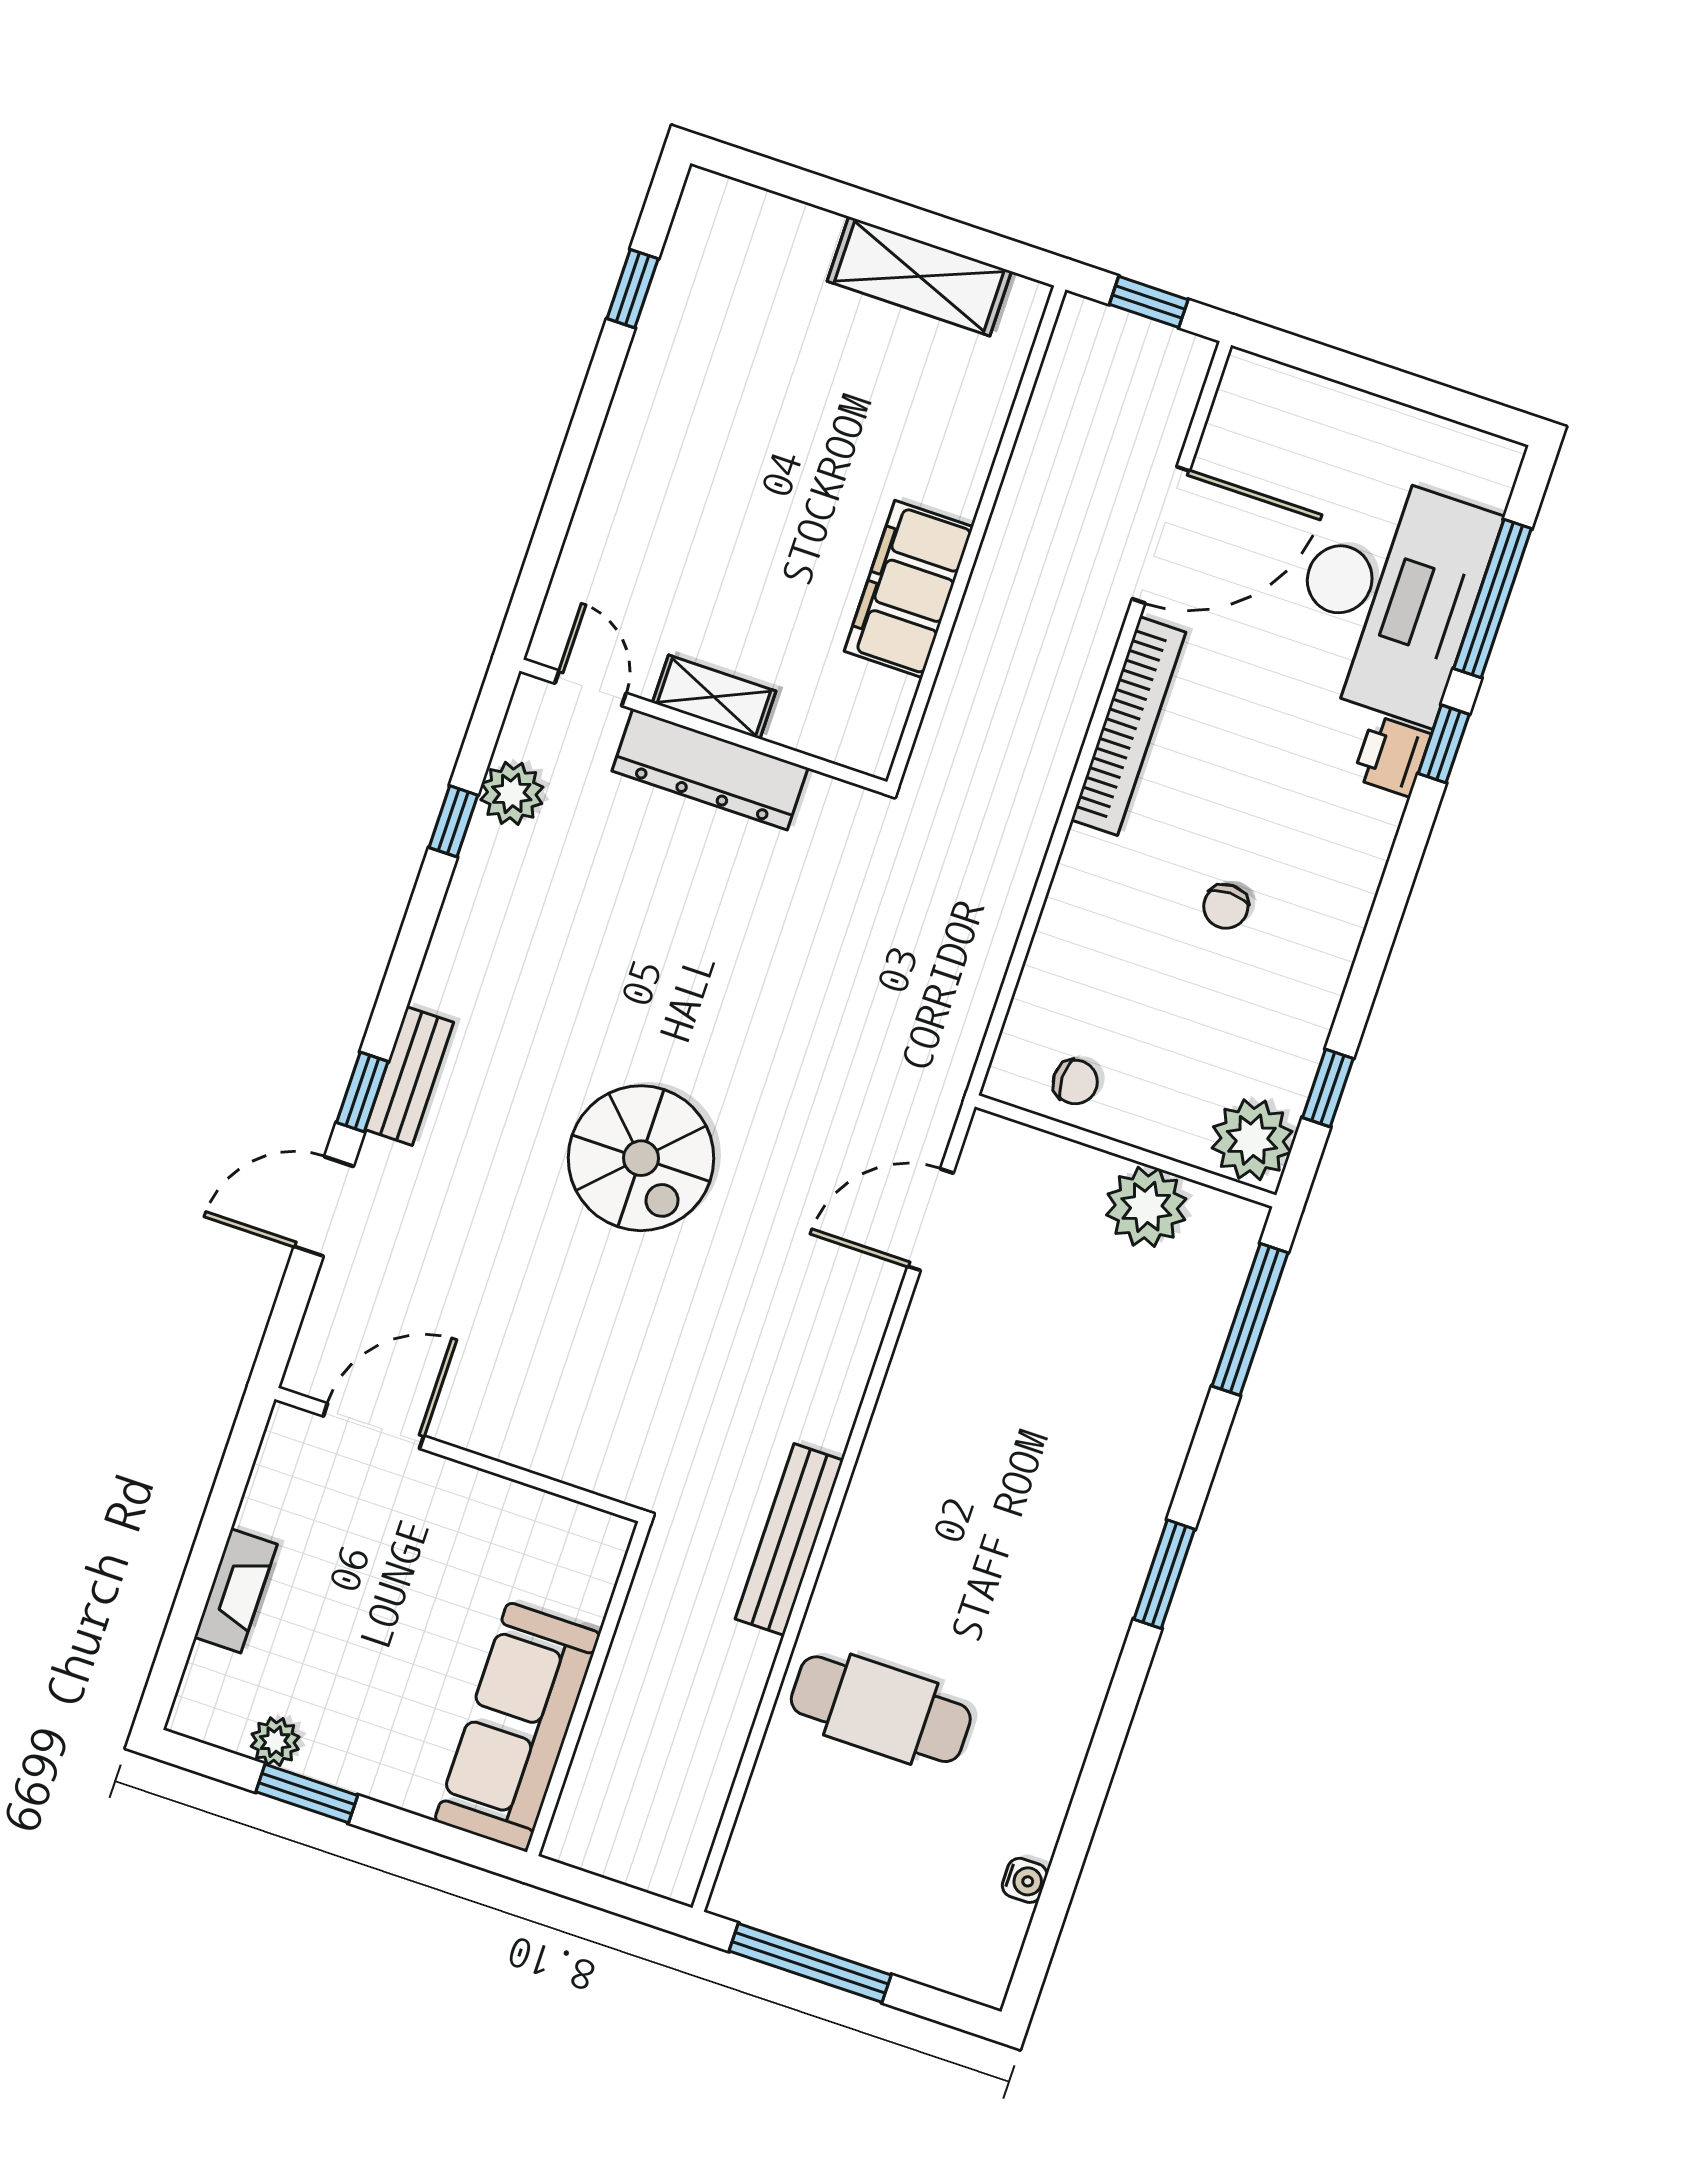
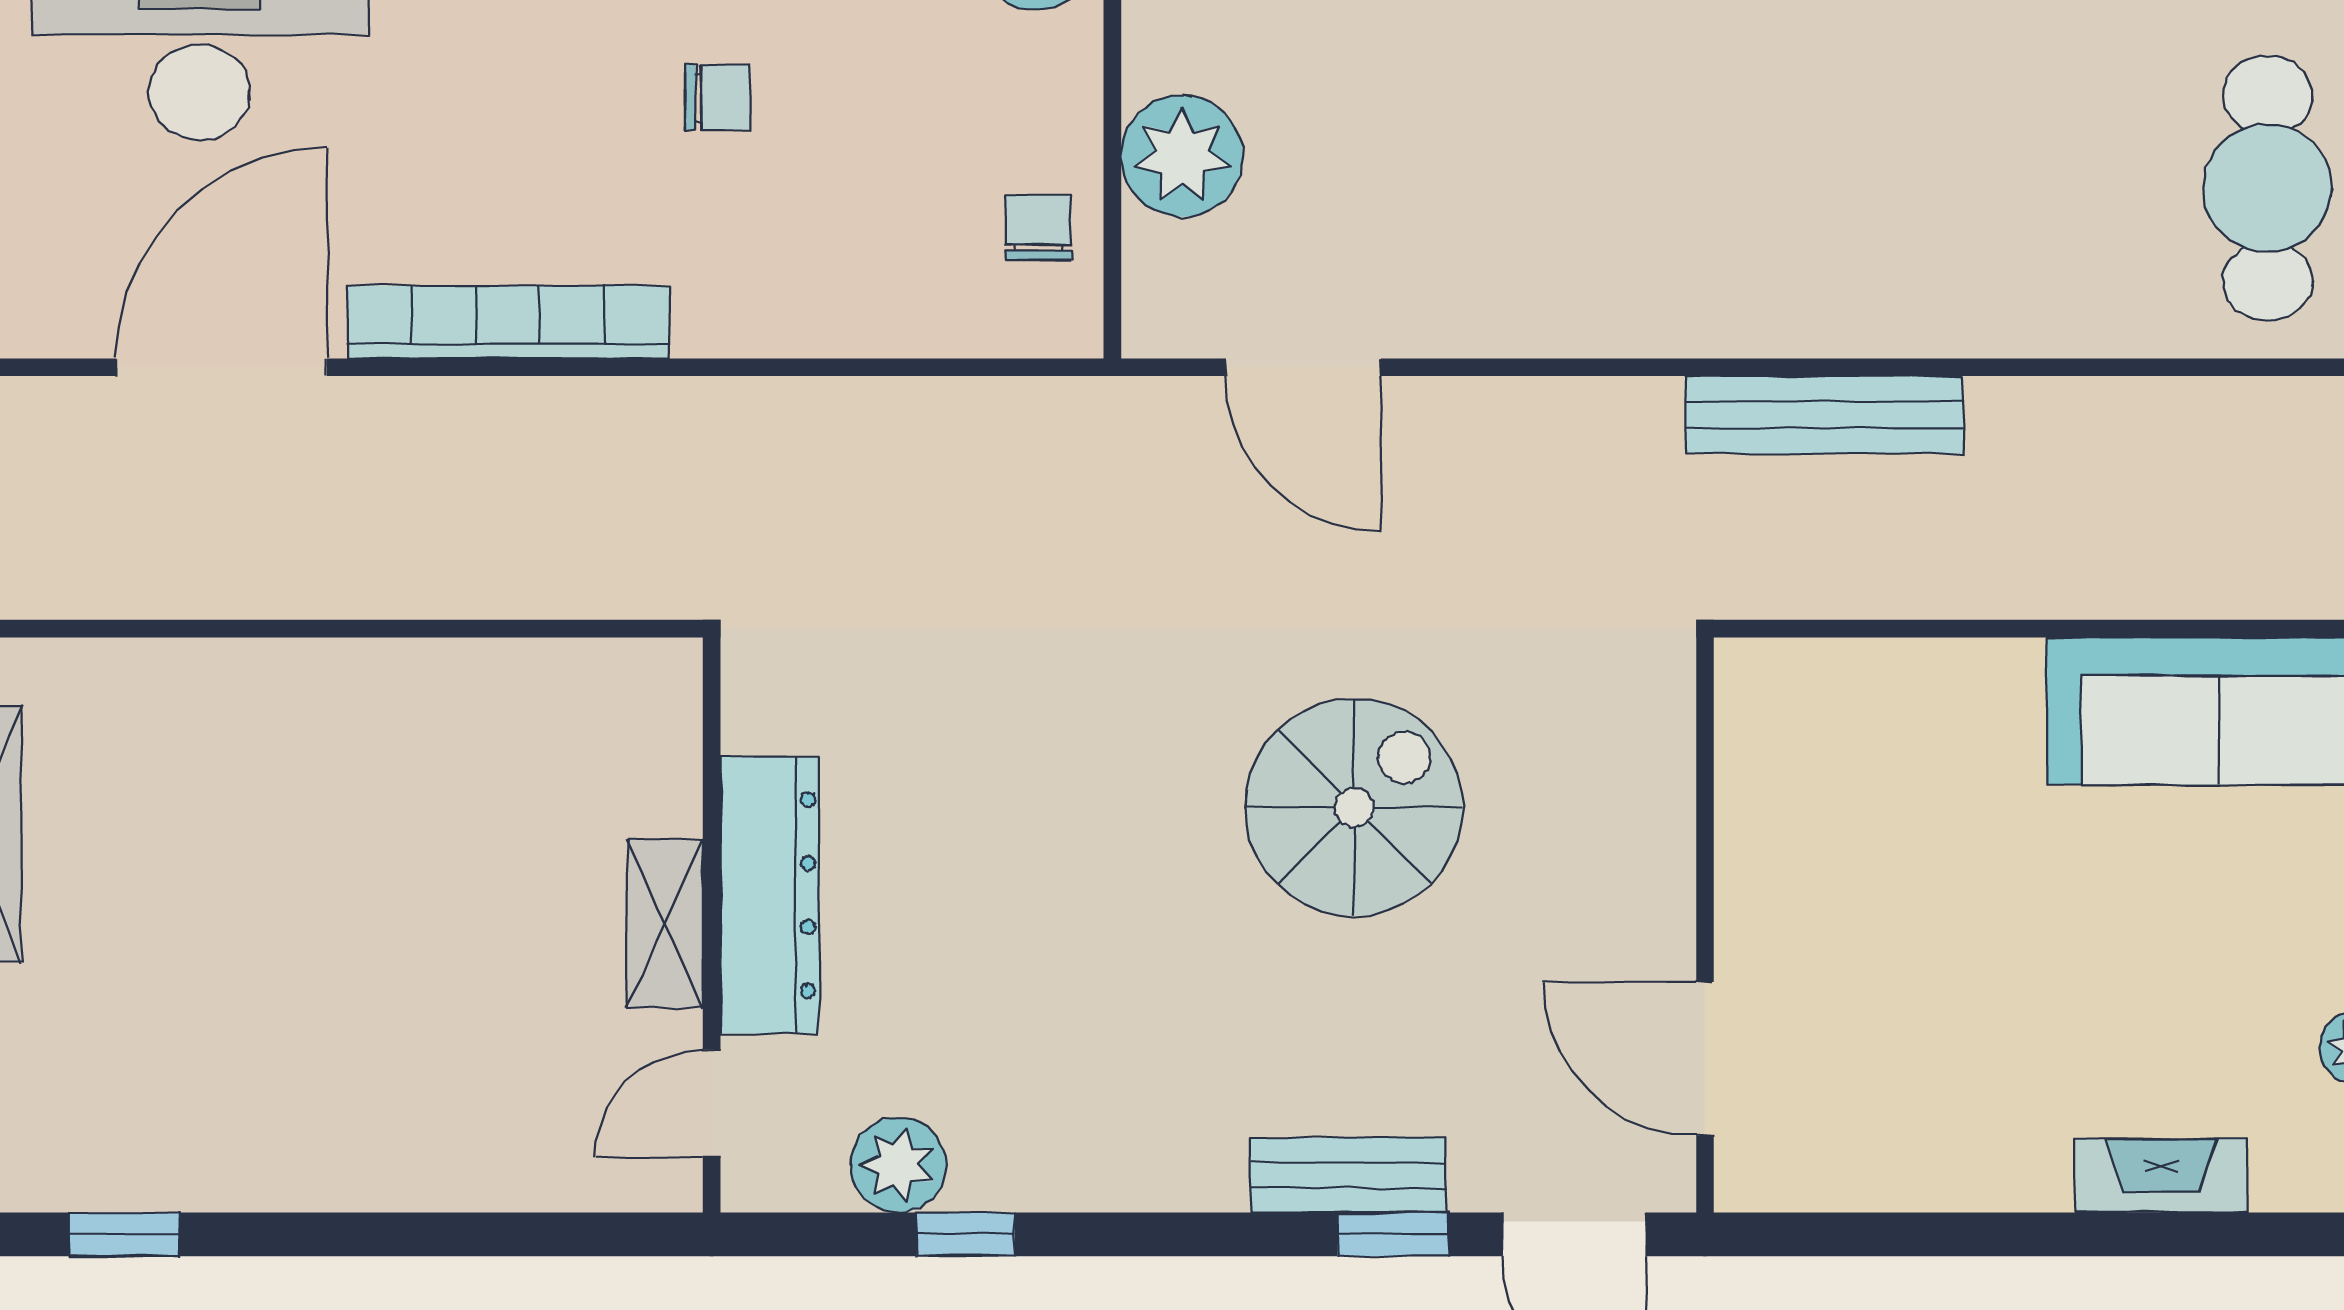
door: (1161, 535) -> (222, 367), hinge flipped
filing cabinet: (909, 589) -> (419, 699), removed
plant: (1146, 1207) -> (1182, 156), moved
door: (374, 1426) -> (1705, 1059), moved
wall: (458, 1455) -> (1705, 925), moved
cafe table: (881, 1709) -> (2268, 188), moved

